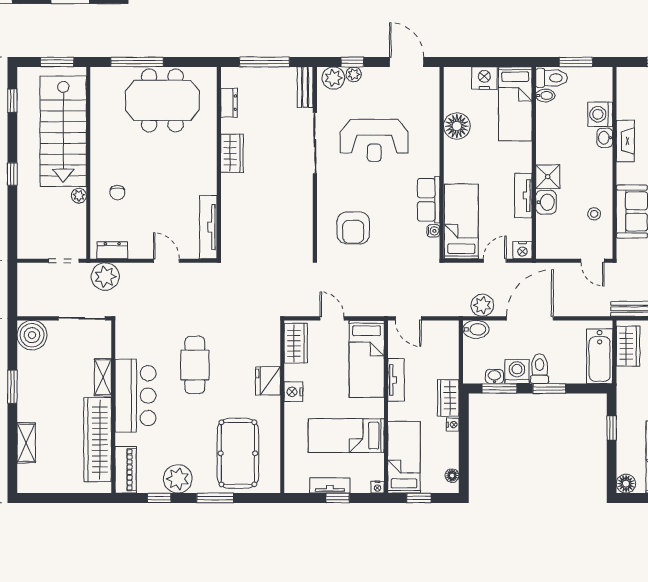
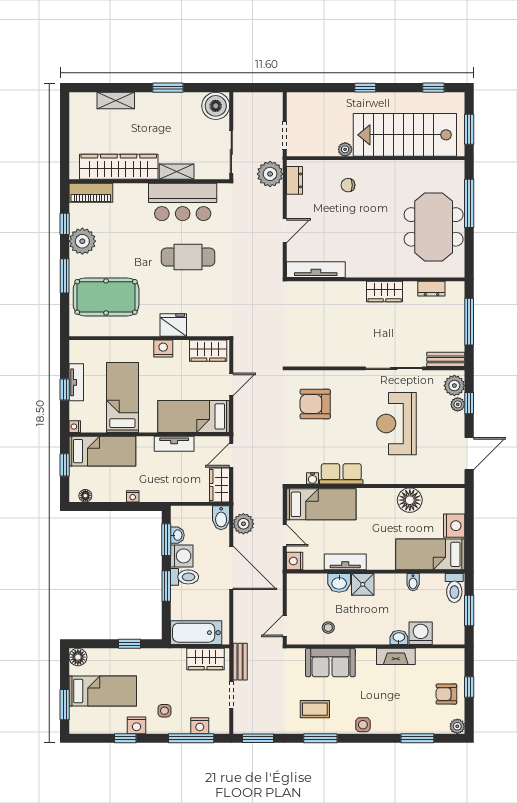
bidet: (545, 96) -> (413, 582), moved
bar counter: (135, 396) -> (183, 202), moved
wardrobe: (448, 398) -> (220, 485), moved, turned -90

